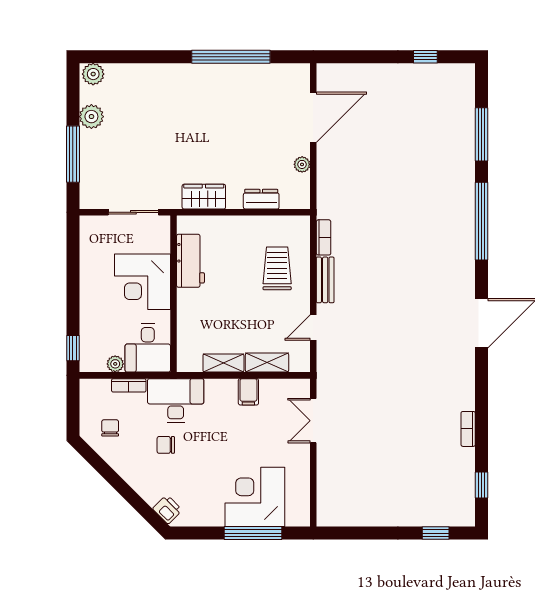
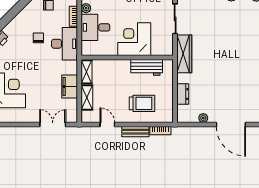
wardrobe: (204, 197) -> (184, 54), width x1.50
workbench: (190, 261) -> (147, 67), moved
corner desk: (142, 282) -> (134, 39), moved
wall: (173, 294) -> (127, 57), moved
filing cabinet: (248, 392) -> (70, 87), width x2.00

